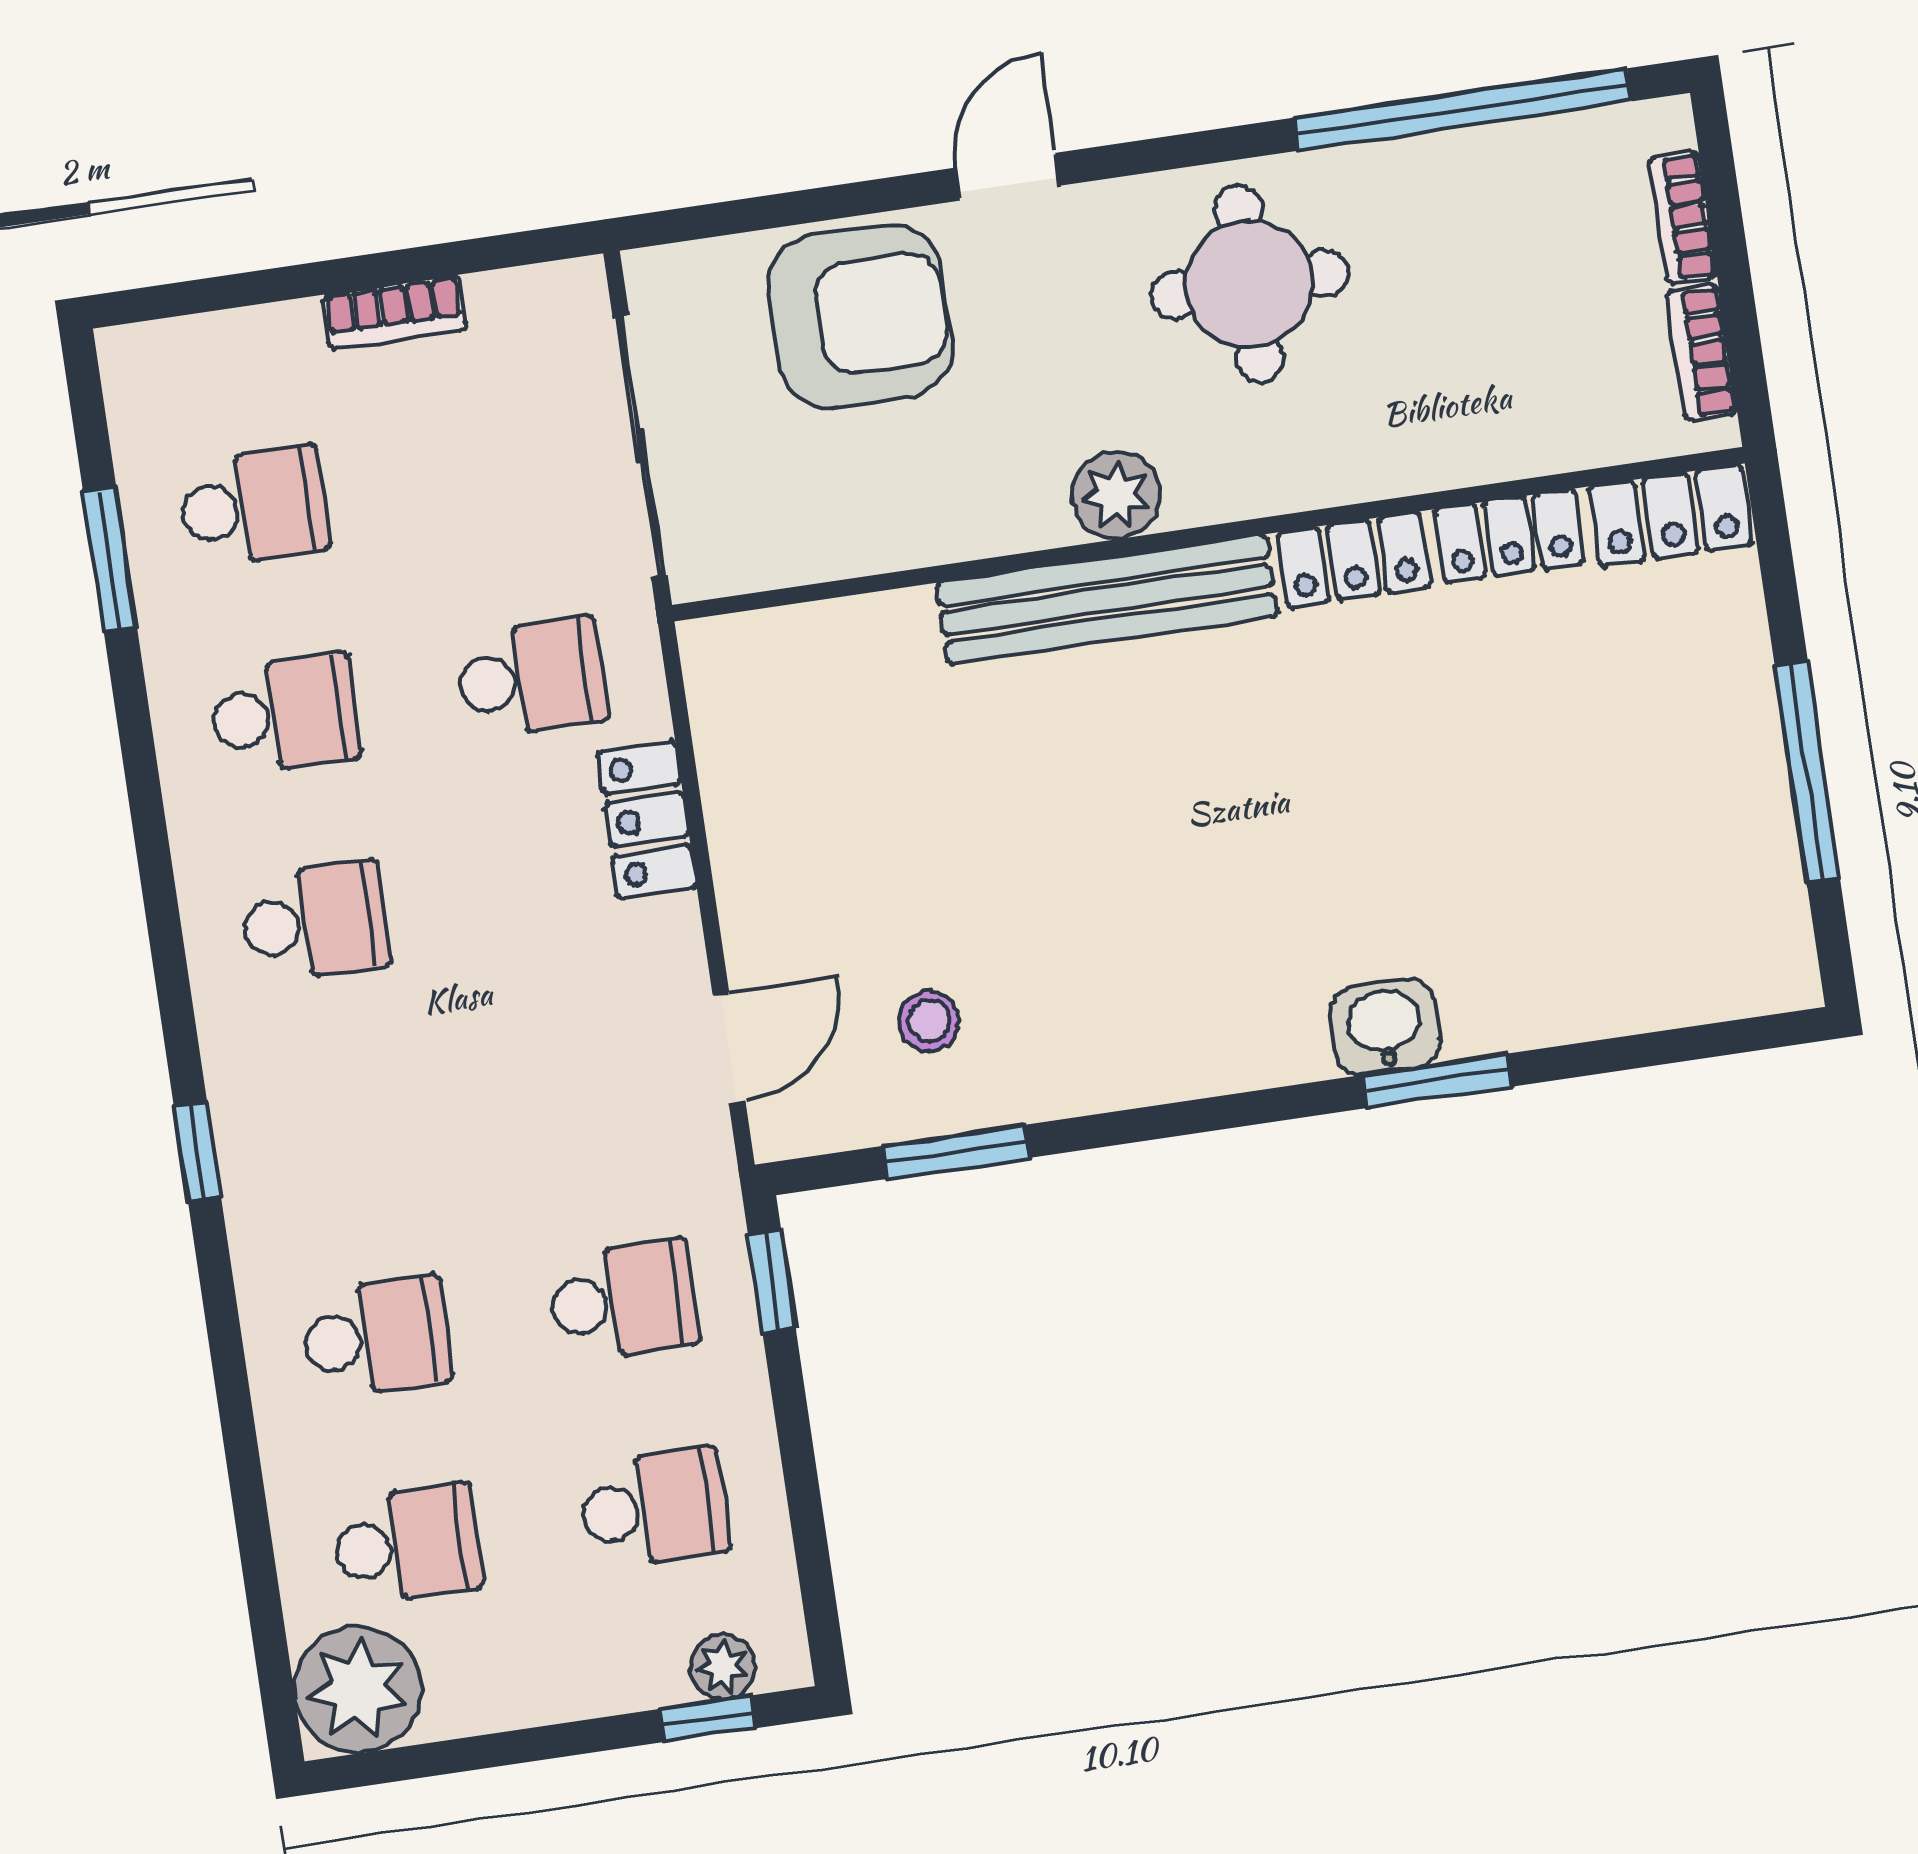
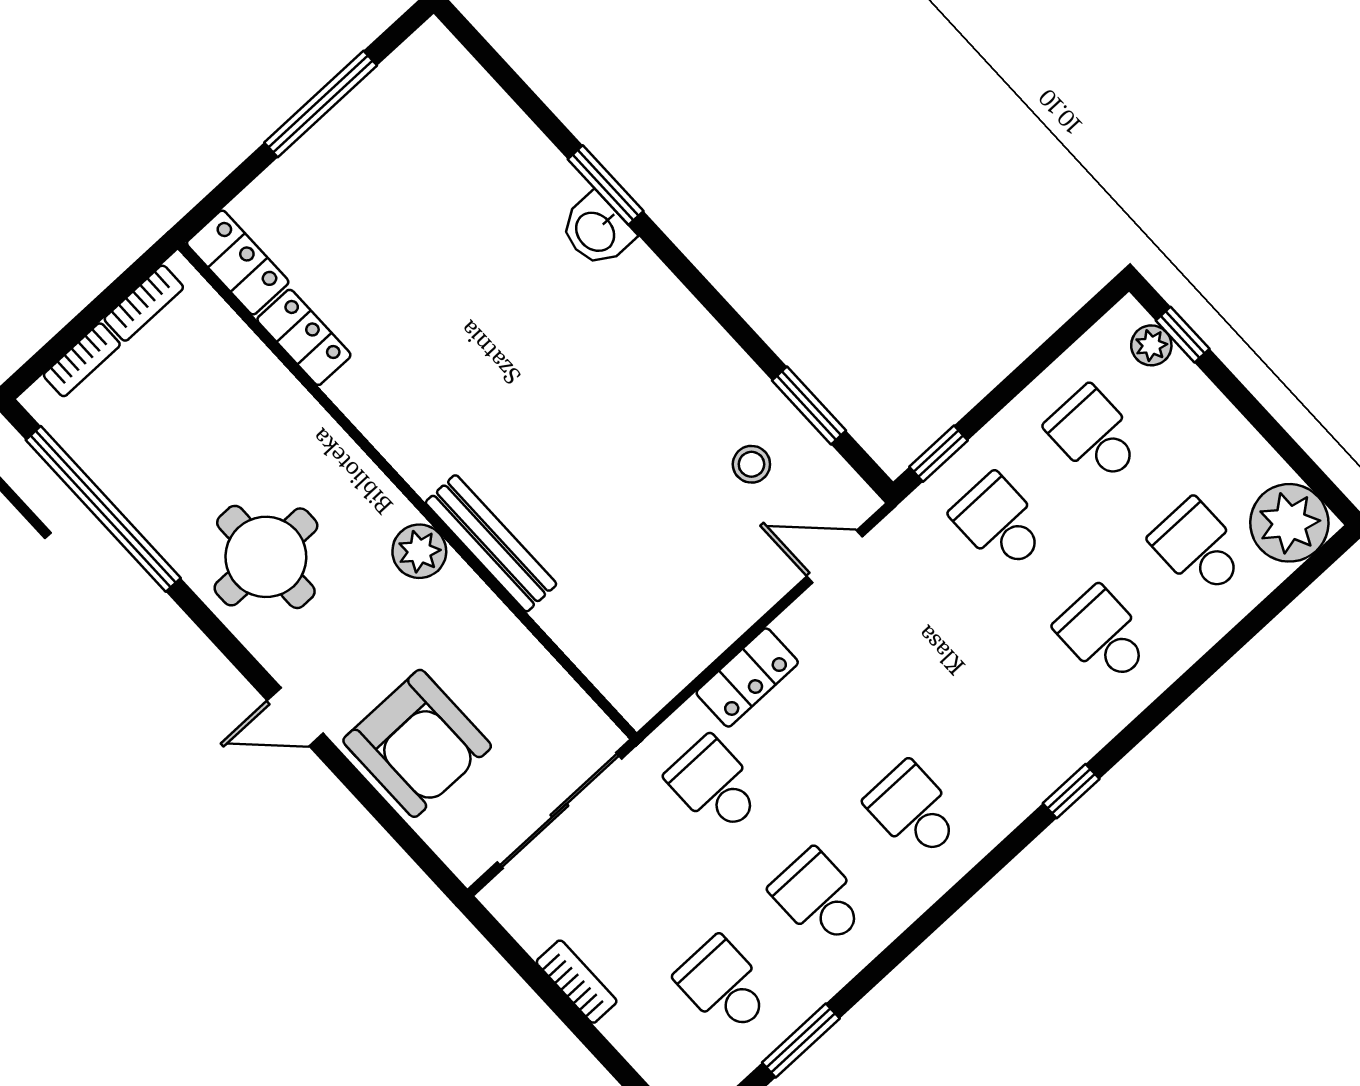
armchair: (860, 316) -> (417, 743), turned 180
locker: (1353, 560) -> (370, 408), removed
bench: (1107, 599) -> (491, 543), width x0.73, depth x0.82

